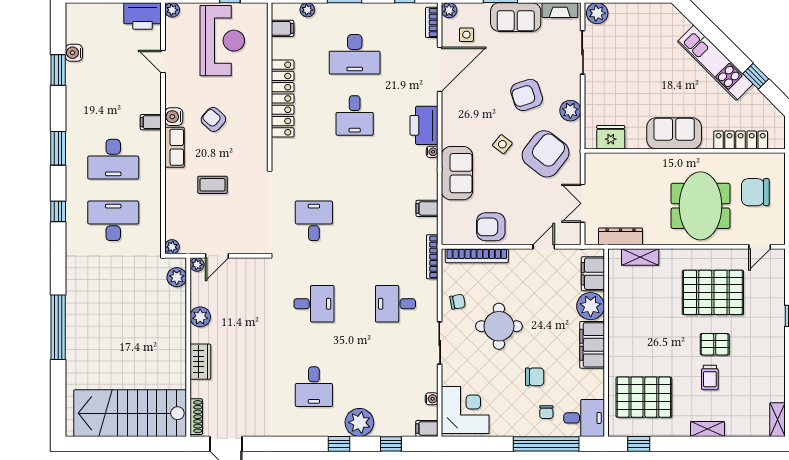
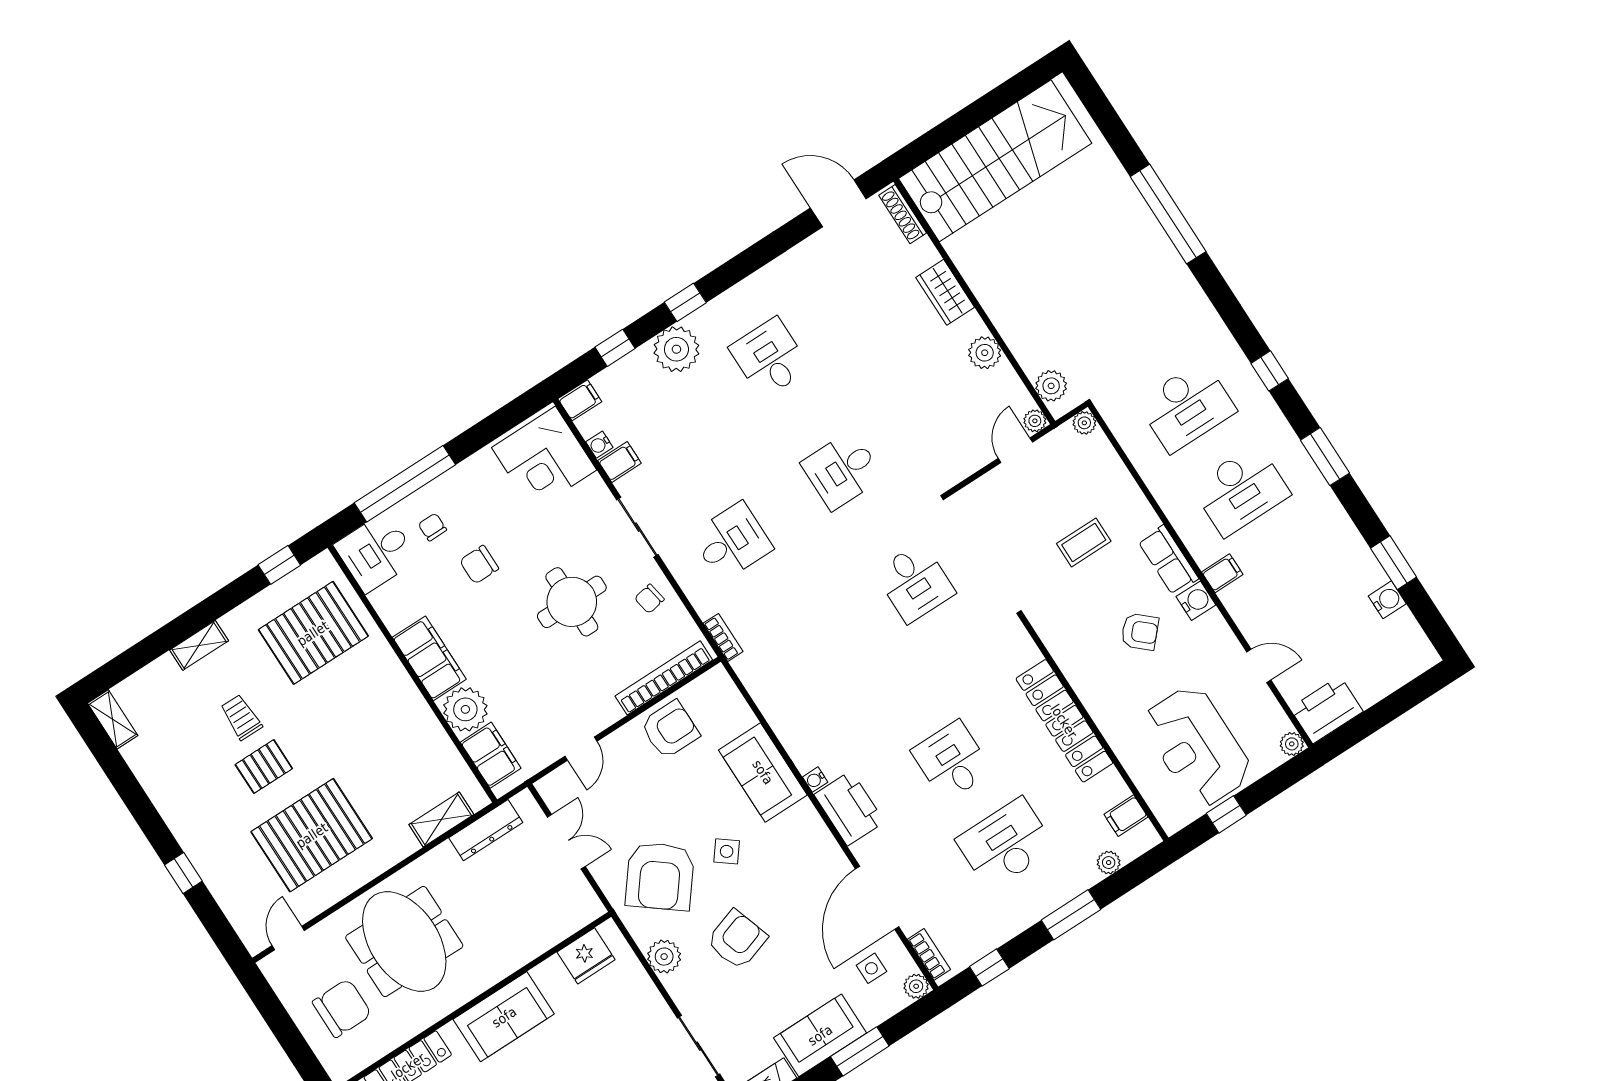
desk: (113, 159) -> (1241, 490), turned 180
filing cabinet: (427, 208) -> (620, 462), moved
bookcase: (432, 257) -> (723, 637), width x0.64

